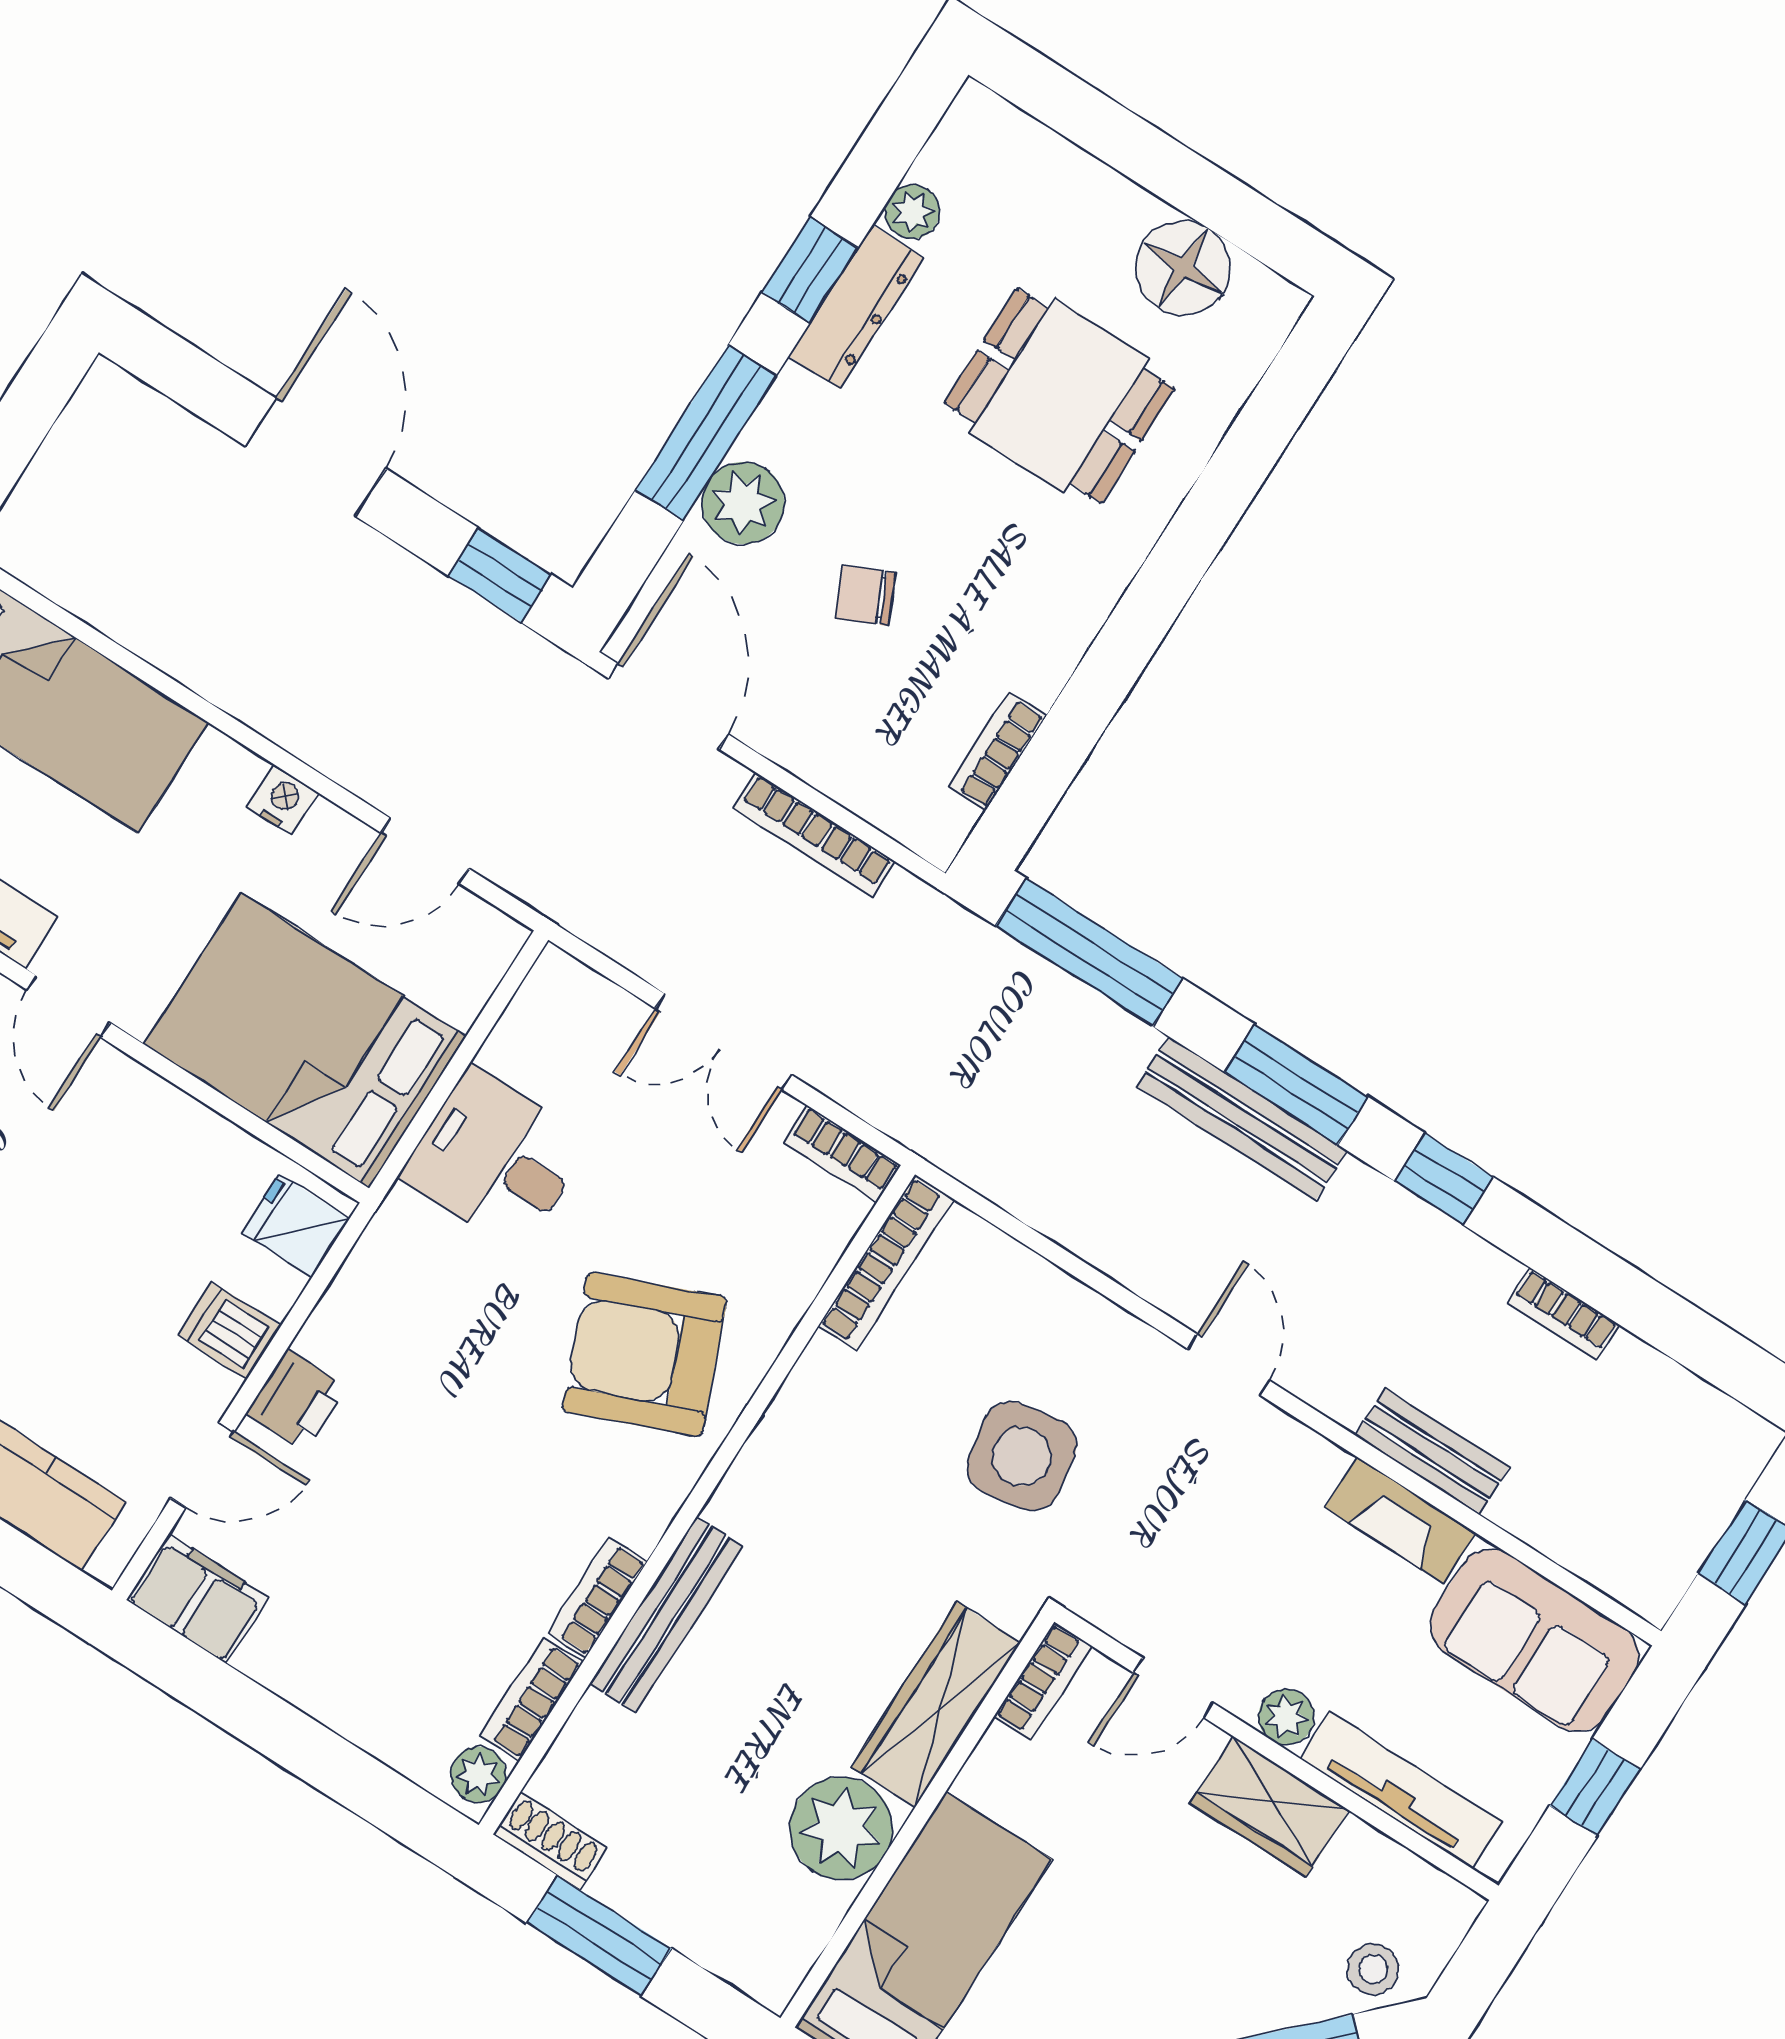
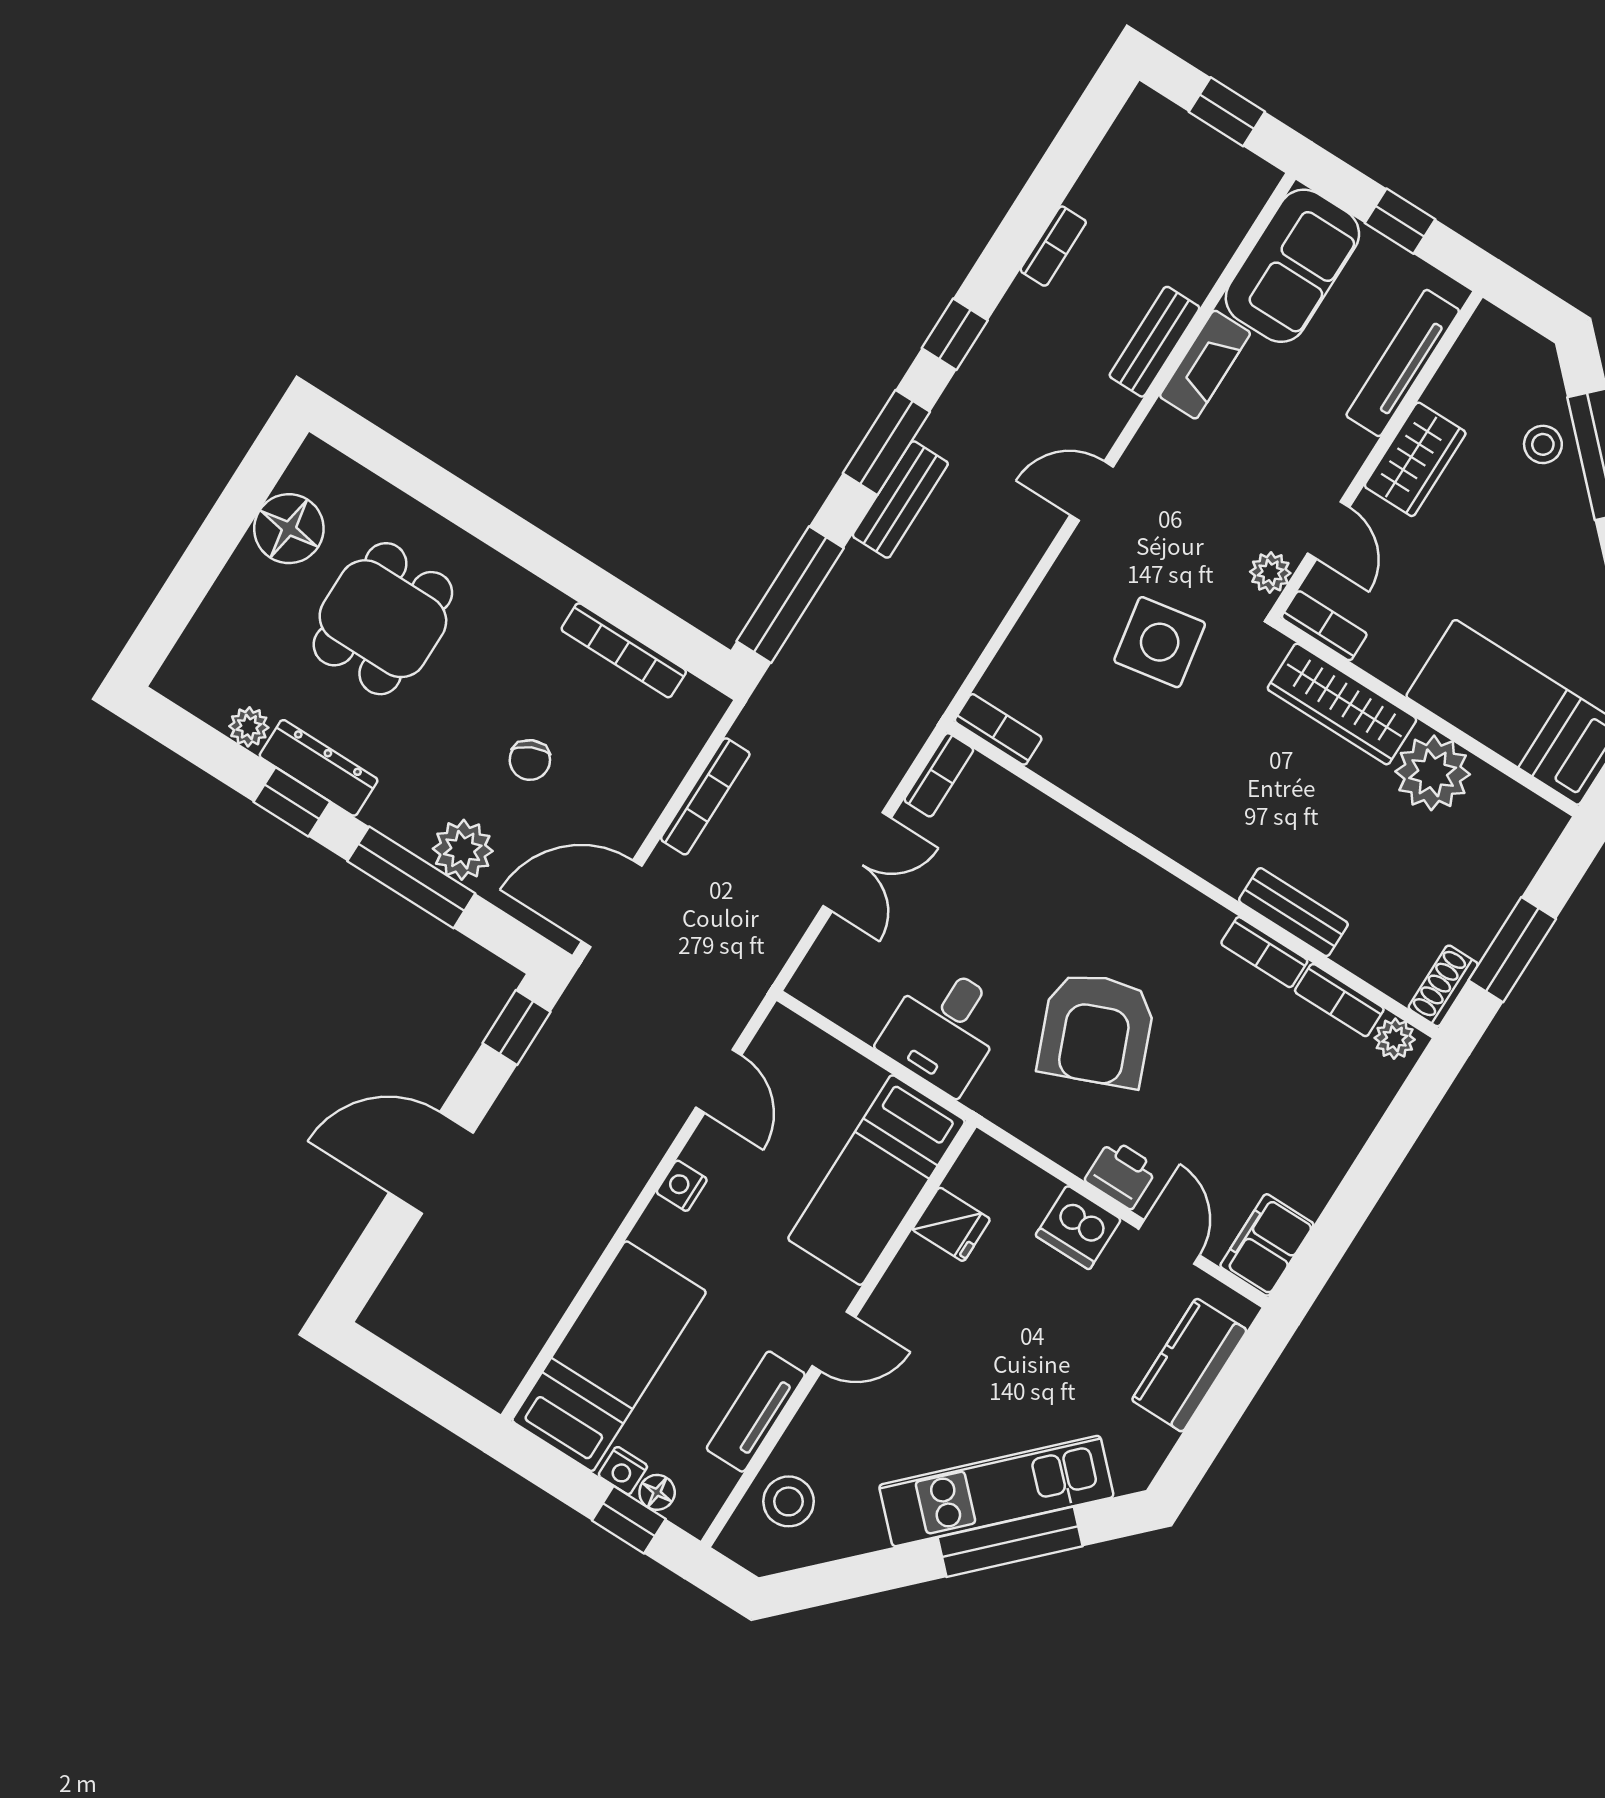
bookcase: (997, 751) -> (624, 650), width x1.56
bed: (305, 1040) -> (876, 1180), width x0.67
bench: (1242, 1118) -> (900, 500), width x0.73
fridge: (296, 1226) -> (951, 1224), moved, turned -90
bookcase: (886, 1262) -> (998, 729), width x0.64
dishwasher: (229, 1331) -> (1078, 1227), width x1.38
armchair: (644, 1354) -> (1096, 1029), moved
bench: (666, 1615) -> (1293, 912), width x0.73
plant: (1286, 1717) -> (1270, 572), moved
stool: (1373, 1969) -> (1543, 444), moved

